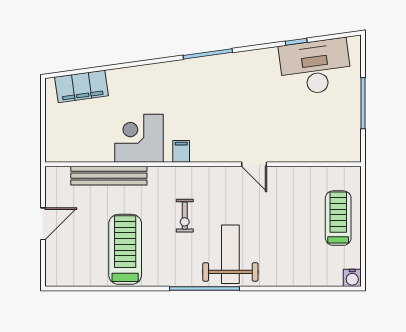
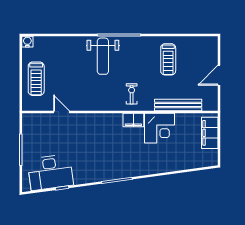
filing cabinet: (82, 86) -> (210, 133), moved, turned -82
filing cabinet: (181, 151) -> (133, 120), width x2.00
door: (254, 164) -> (62, 112), moved
exercise bike: (185, 216) -> (132, 94), moved
treadmill: (125, 249) -> (168, 59), width x0.73, depth x0.73

